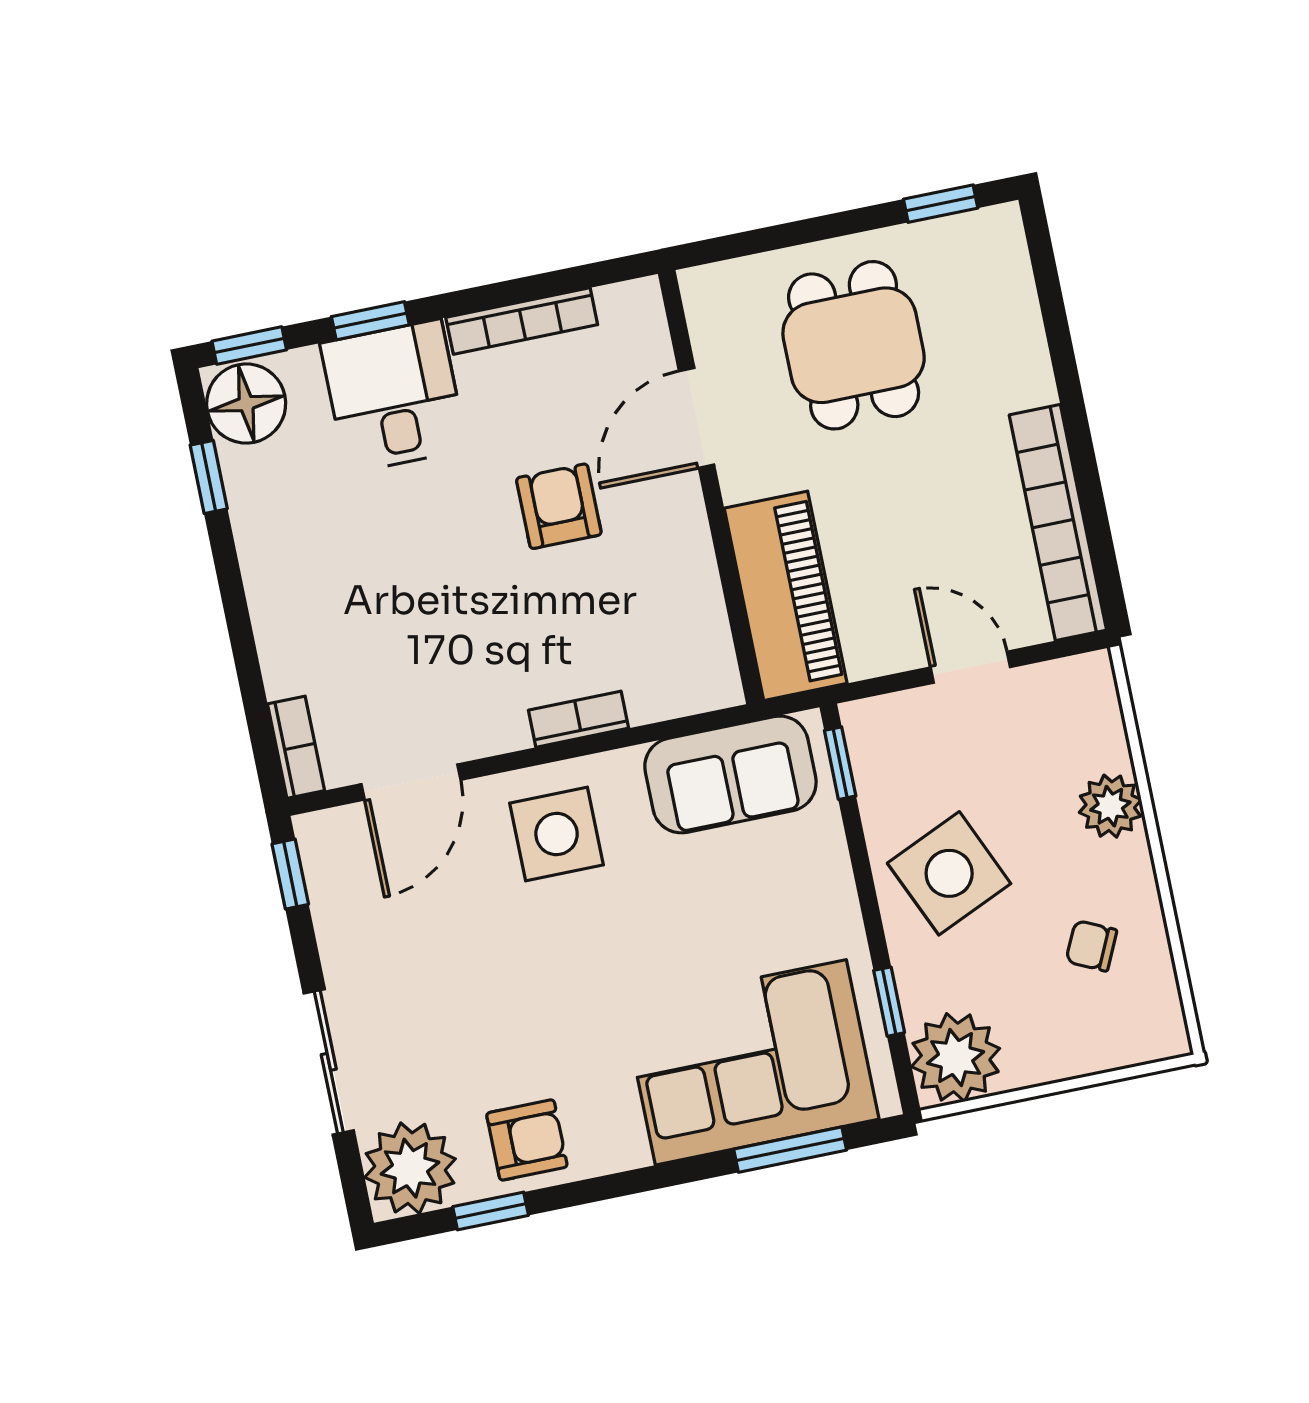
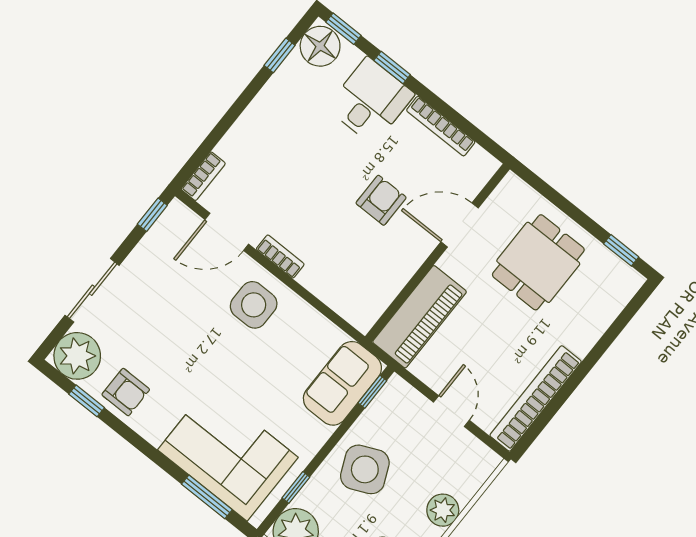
bookcase: (578, 719) -> (280, 257), moved
sofa: (730, 774) -> (342, 383), moved, turned 90

